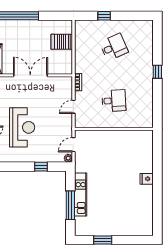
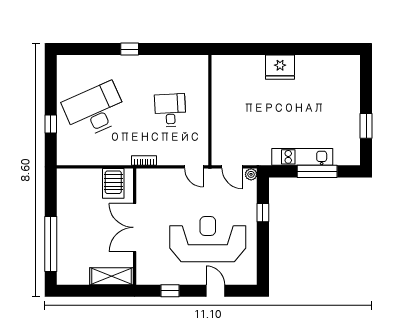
server rack: (62, 42) -> (113, 183), moved
desk: (114, 47) -> (95, 110), width x1.87, depth x1.30
door: (73, 107) -> (194, 167), moved
reception desk: (22, 127) -> (208, 239), width x1.36, depth x1.30
fridge: (147, 179) -> (280, 67), width x1.88, depth x1.34

